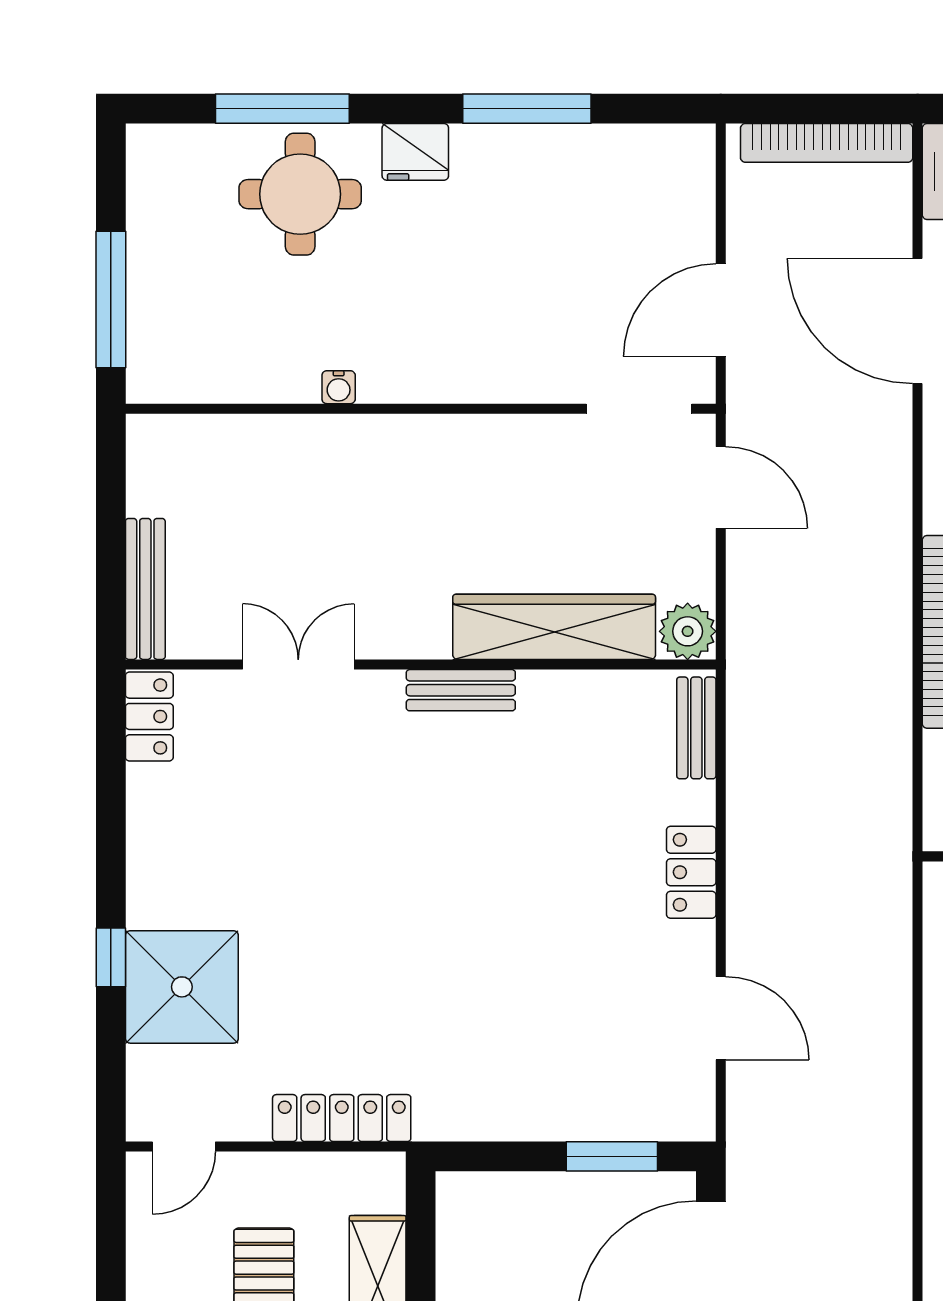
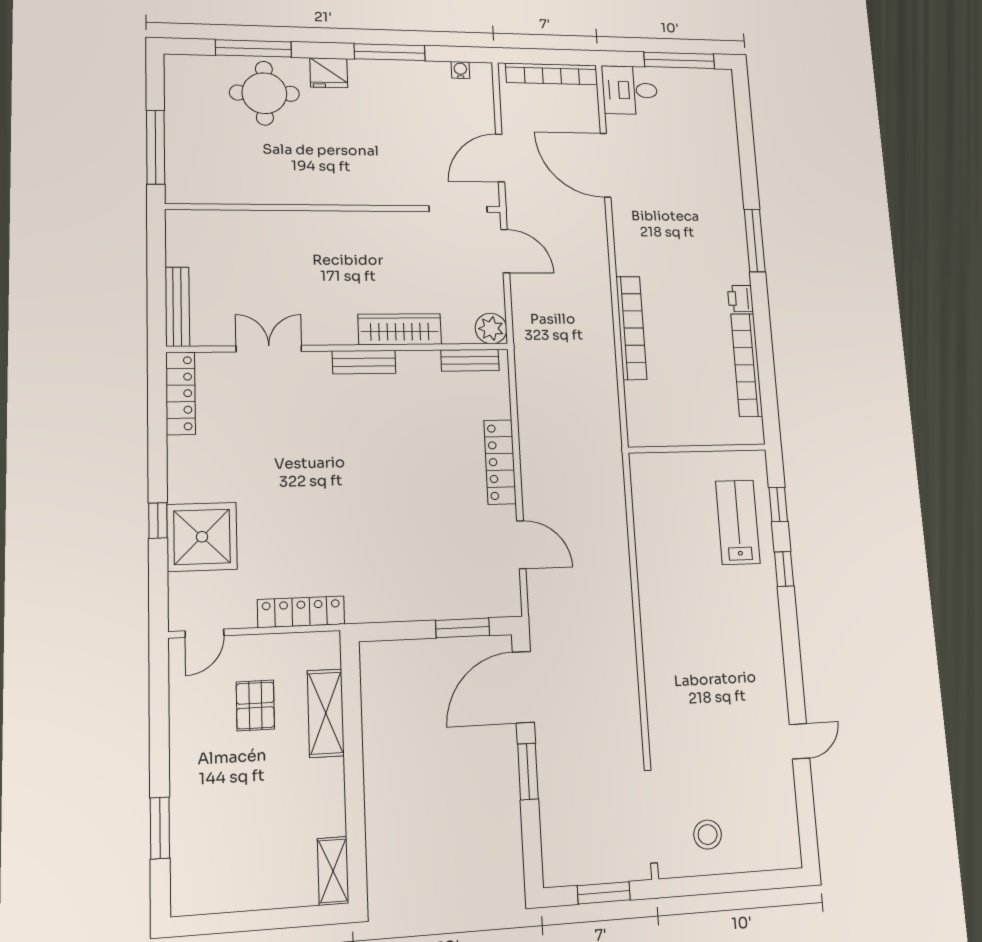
water cooler: (339, 387) -> (460, 70), moved, turned 180
wardrobe: (554, 627) -> (400, 329), width x0.71, depth x0.85
locker: (149, 716) -> (181, 393), width x1.53
bench: (696, 728) -> (470, 360), moved, turned 90
locker: (691, 872) -> (500, 462), width x1.53

